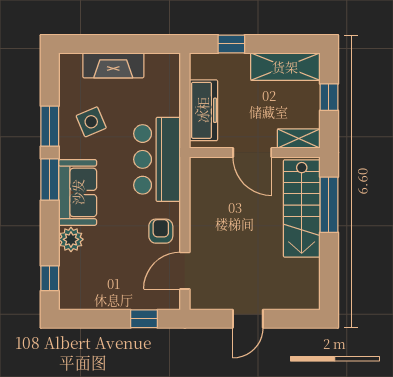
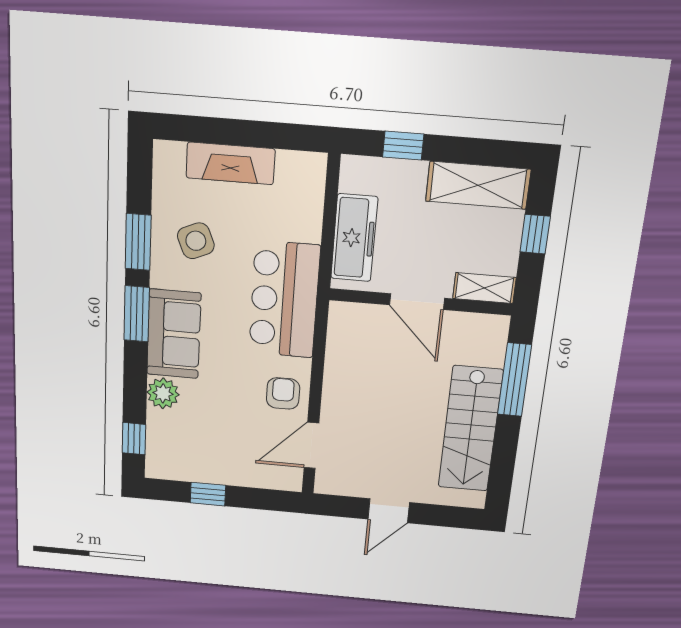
stairs: (302, 208) -> (470, 429), moved
window: (144, 319) -> (208, 494), moved

